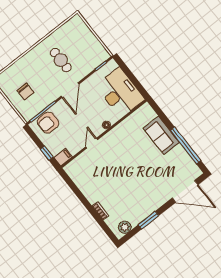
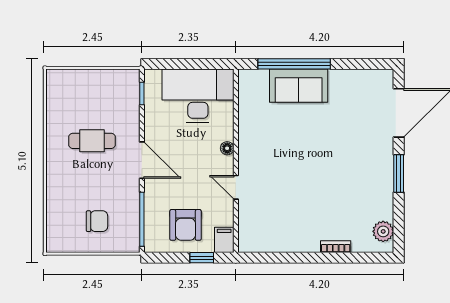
armchair: (48, 123) -> (186, 225), moved
window: (185, 145) -> (294, 64), moved
window: (148, 220) -> (399, 173), moved

